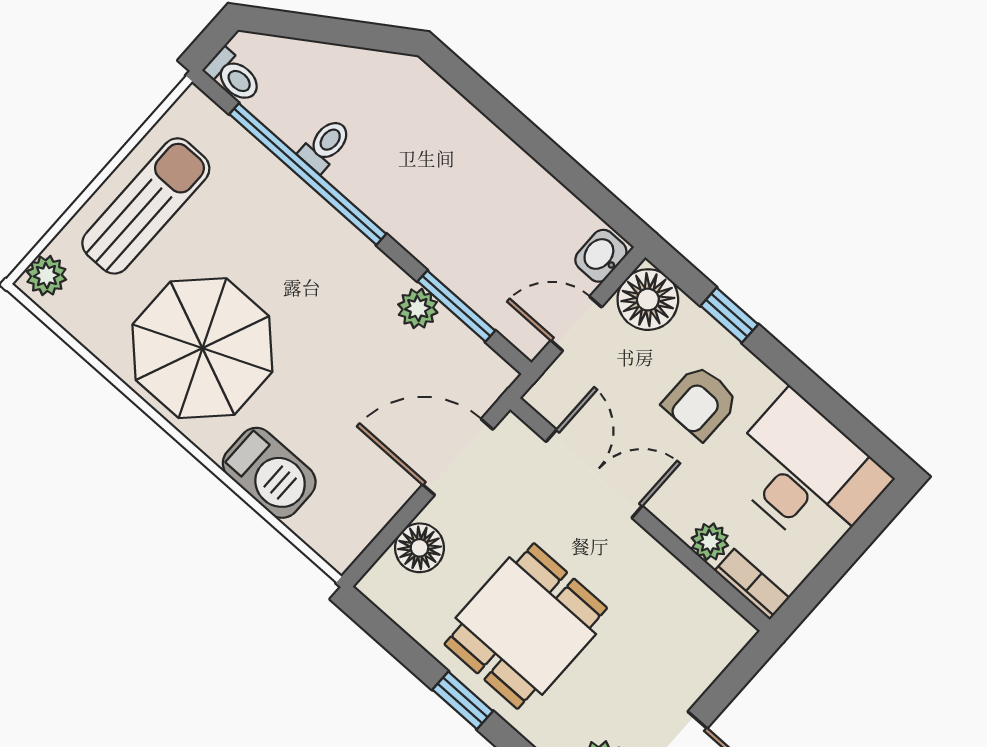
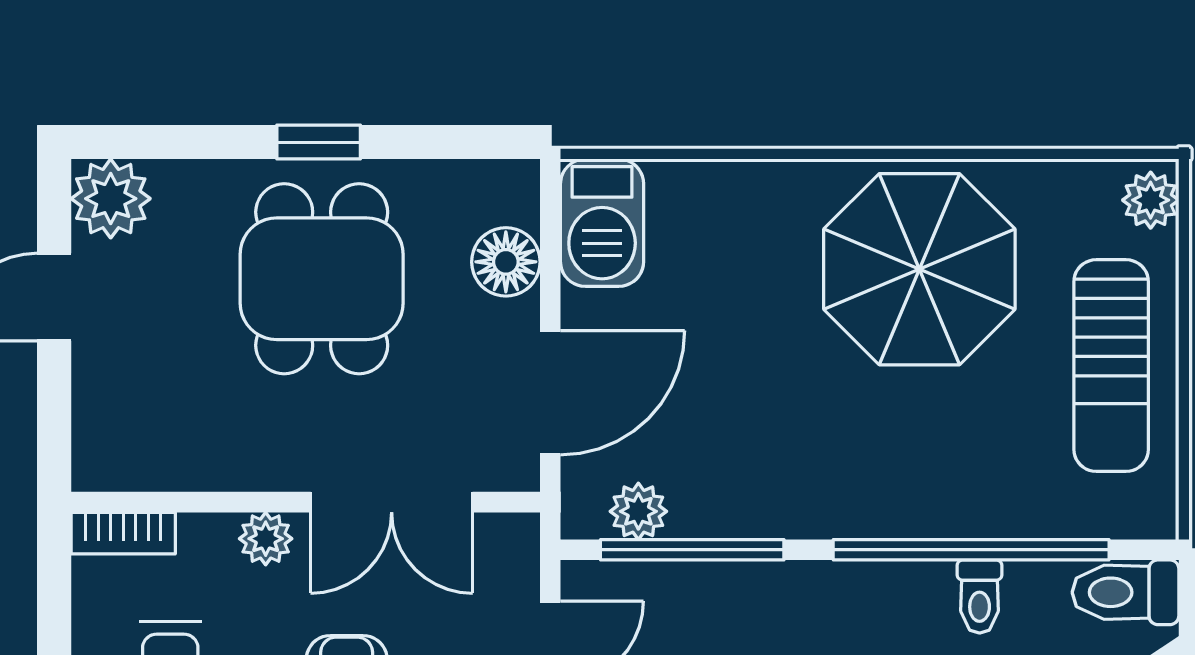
toilet: (233, 76) -> (1126, 592), width x1.37, depth x1.39
window: (456, 306) -> (692, 550), width x1.44
plant: (418, 308) -> (638, 511), moved
barbecue: (269, 473) -> (602, 223), moved, turned -90
plant: (710, 542) -> (266, 539), moved

